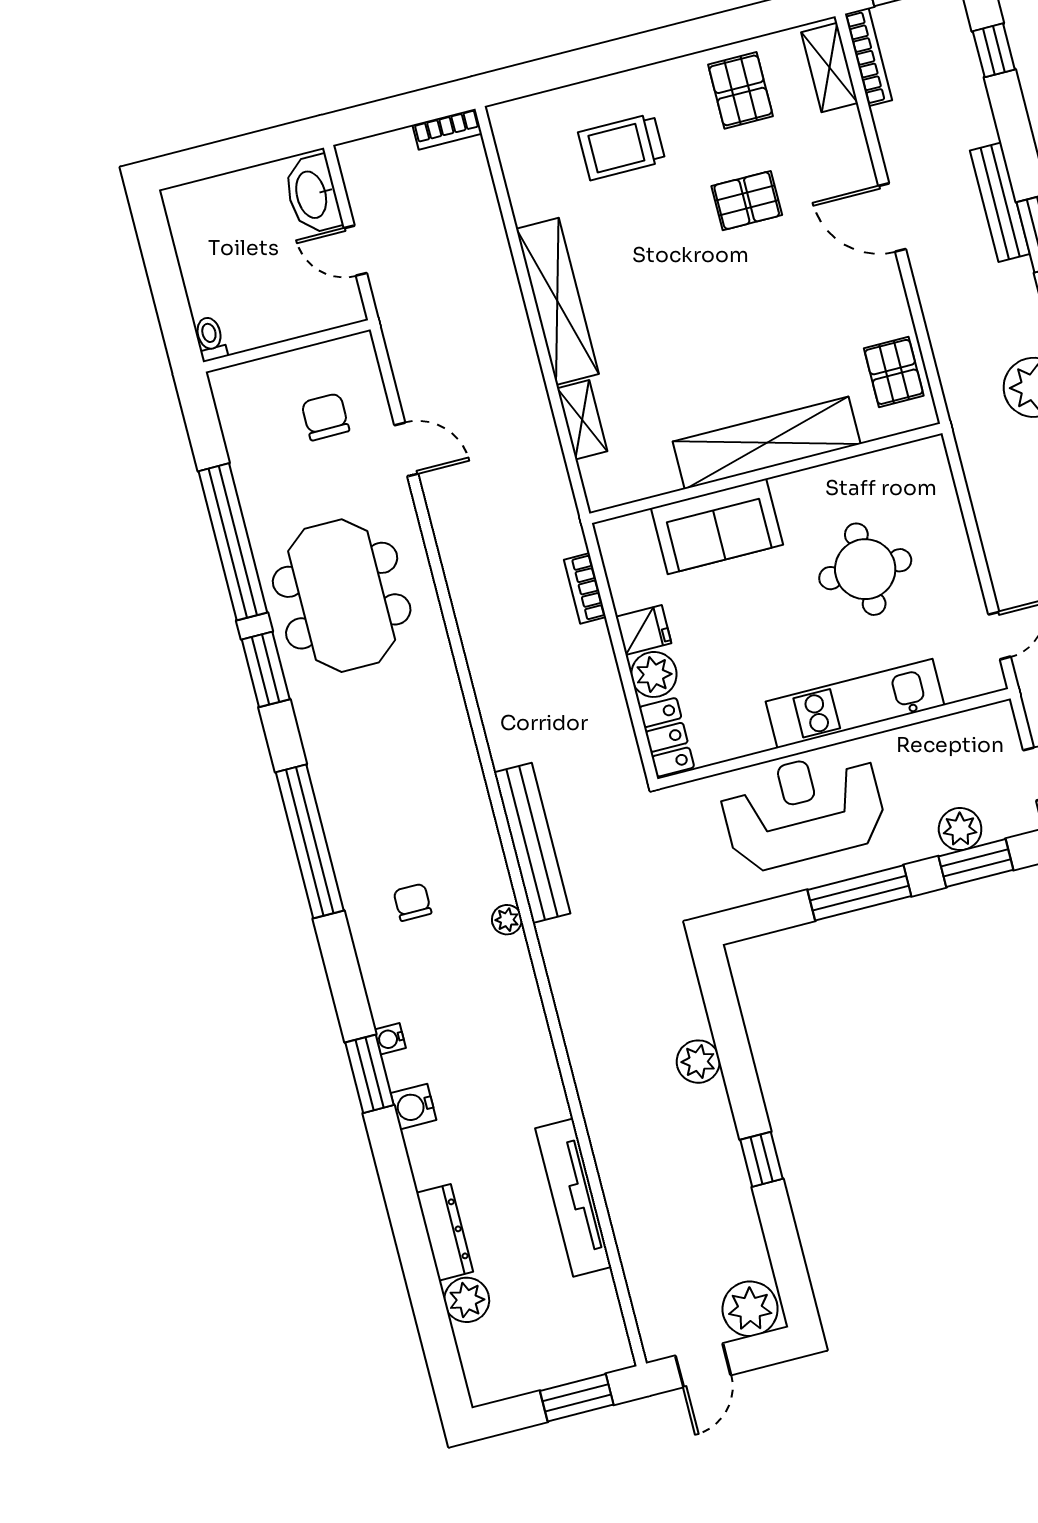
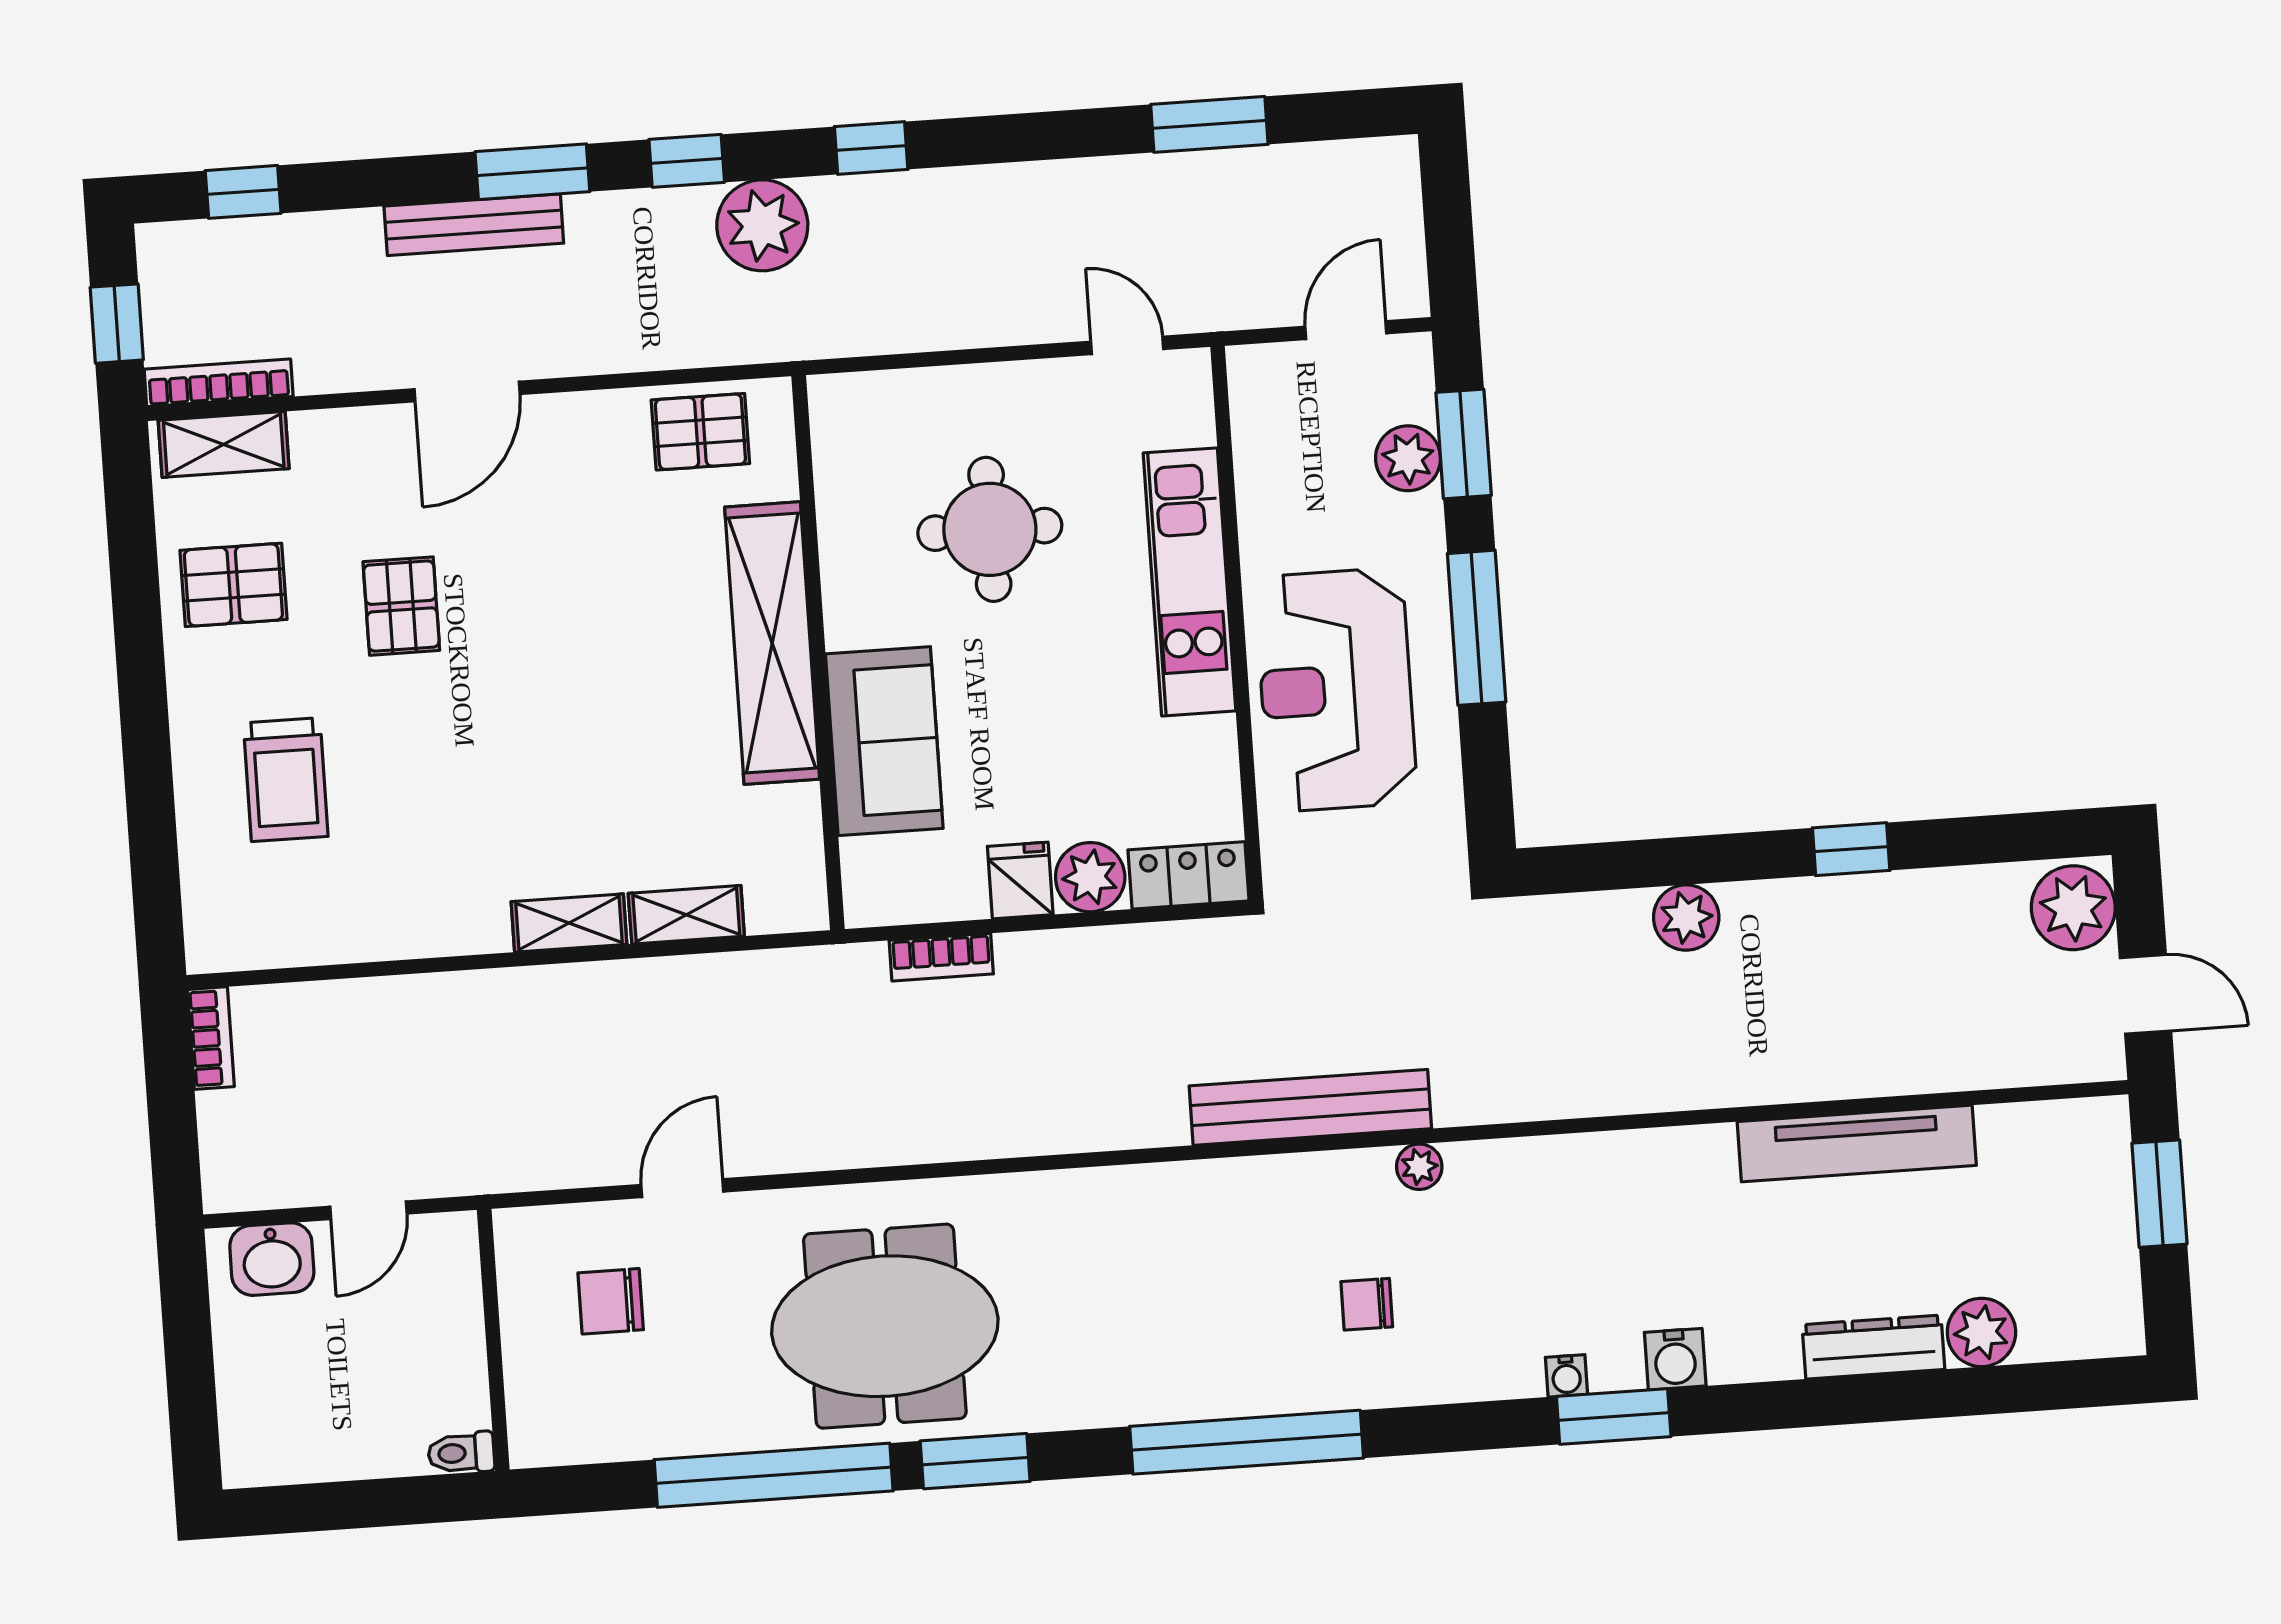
washbasin: (312, 194) -> (272, 1259), width x0.72
shelving: (557, 301) -> (569, 923), width x0.45, depth x0.75

